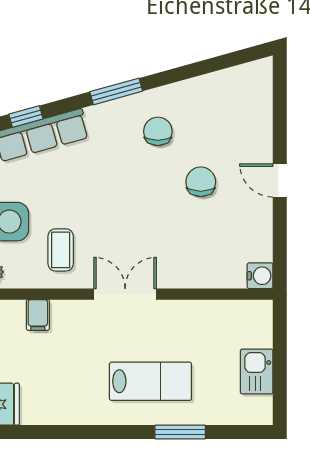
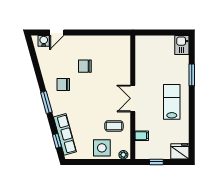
door: (280, 180) -> (57, 32), moved
water cooler: (260, 276) -> (44, 41), moved
kitchen sink: (257, 372) -> (182, 45), moved, turned 90
lab bench: (150, 381) -> (172, 102), moved

